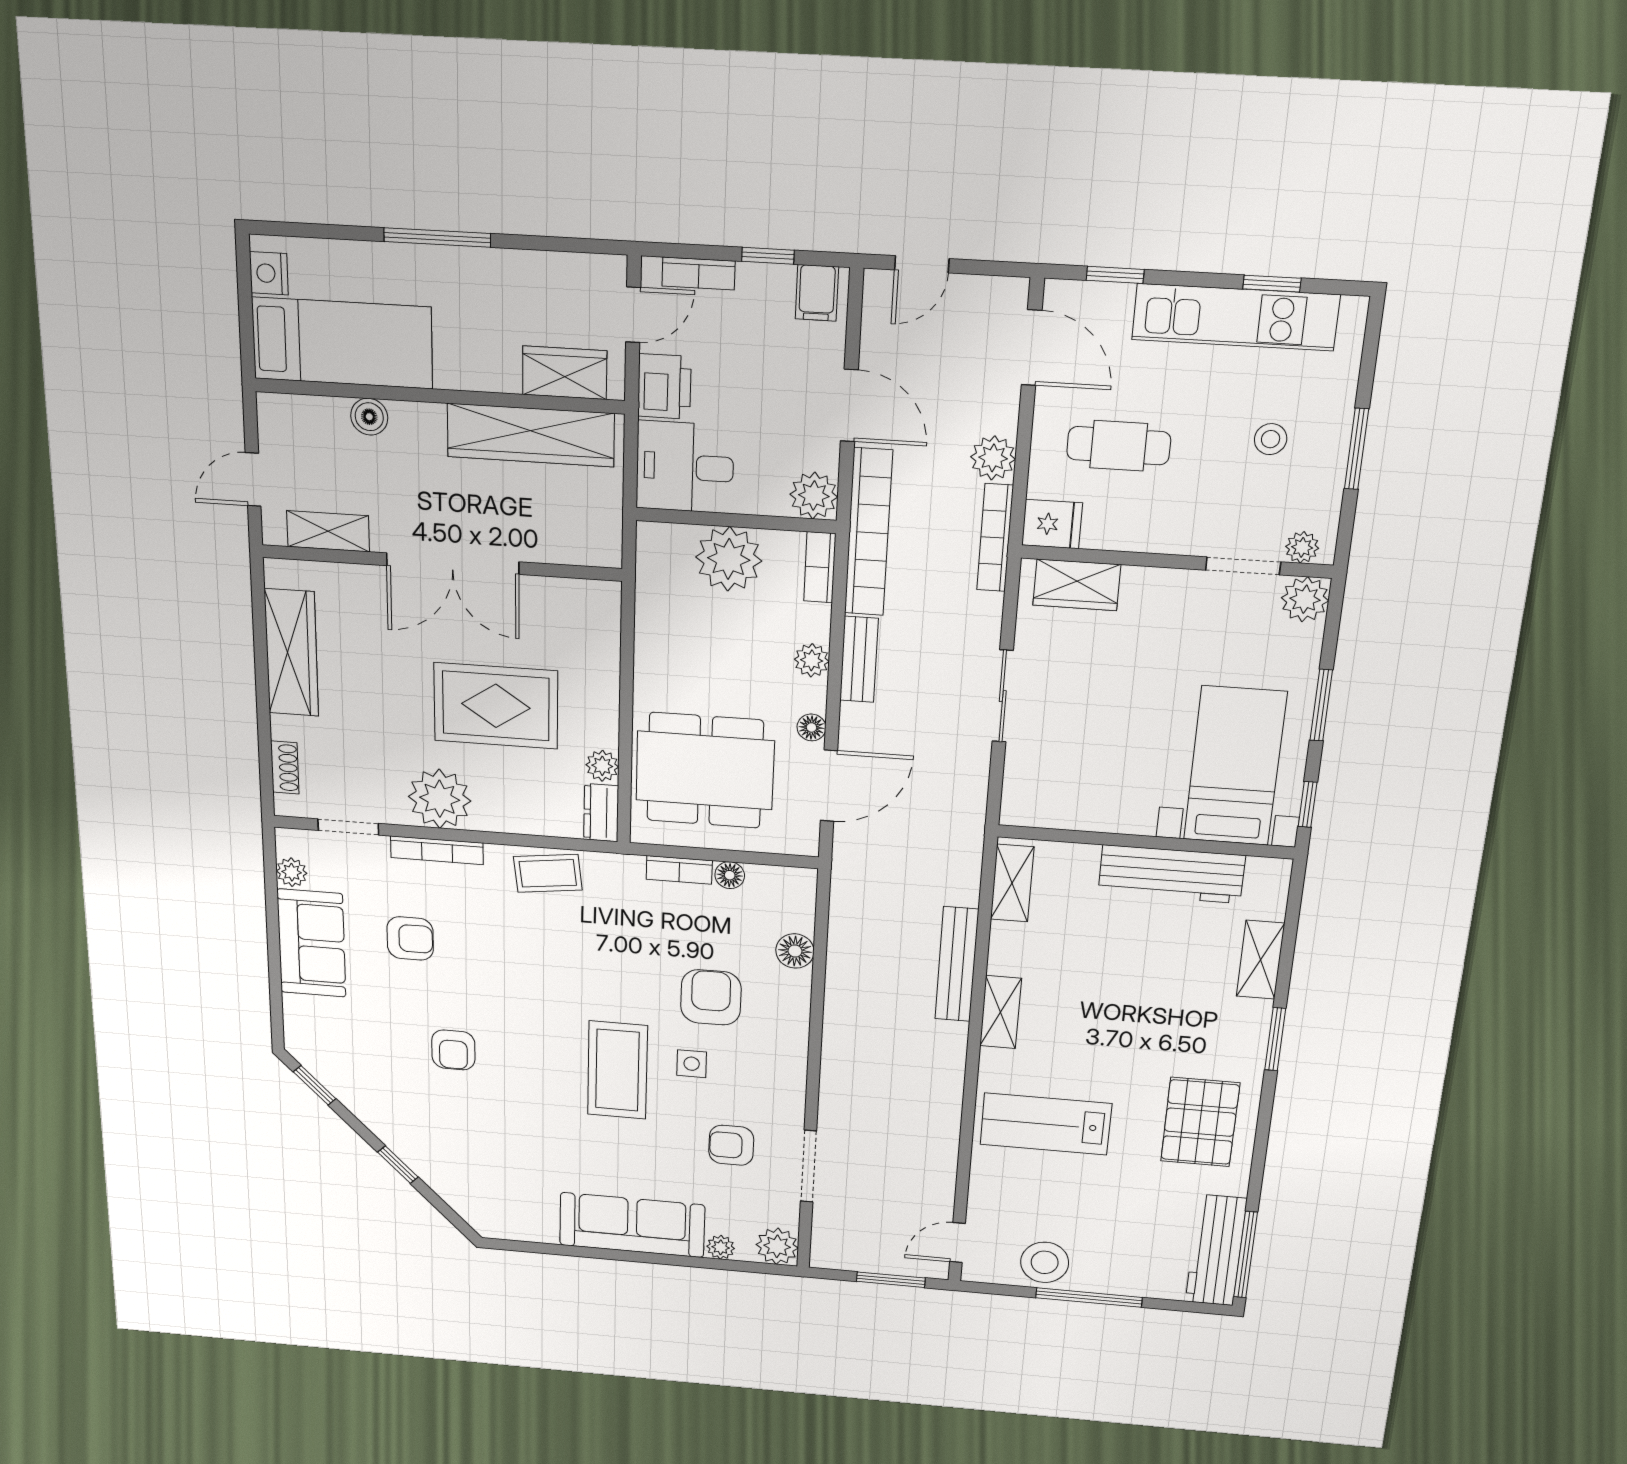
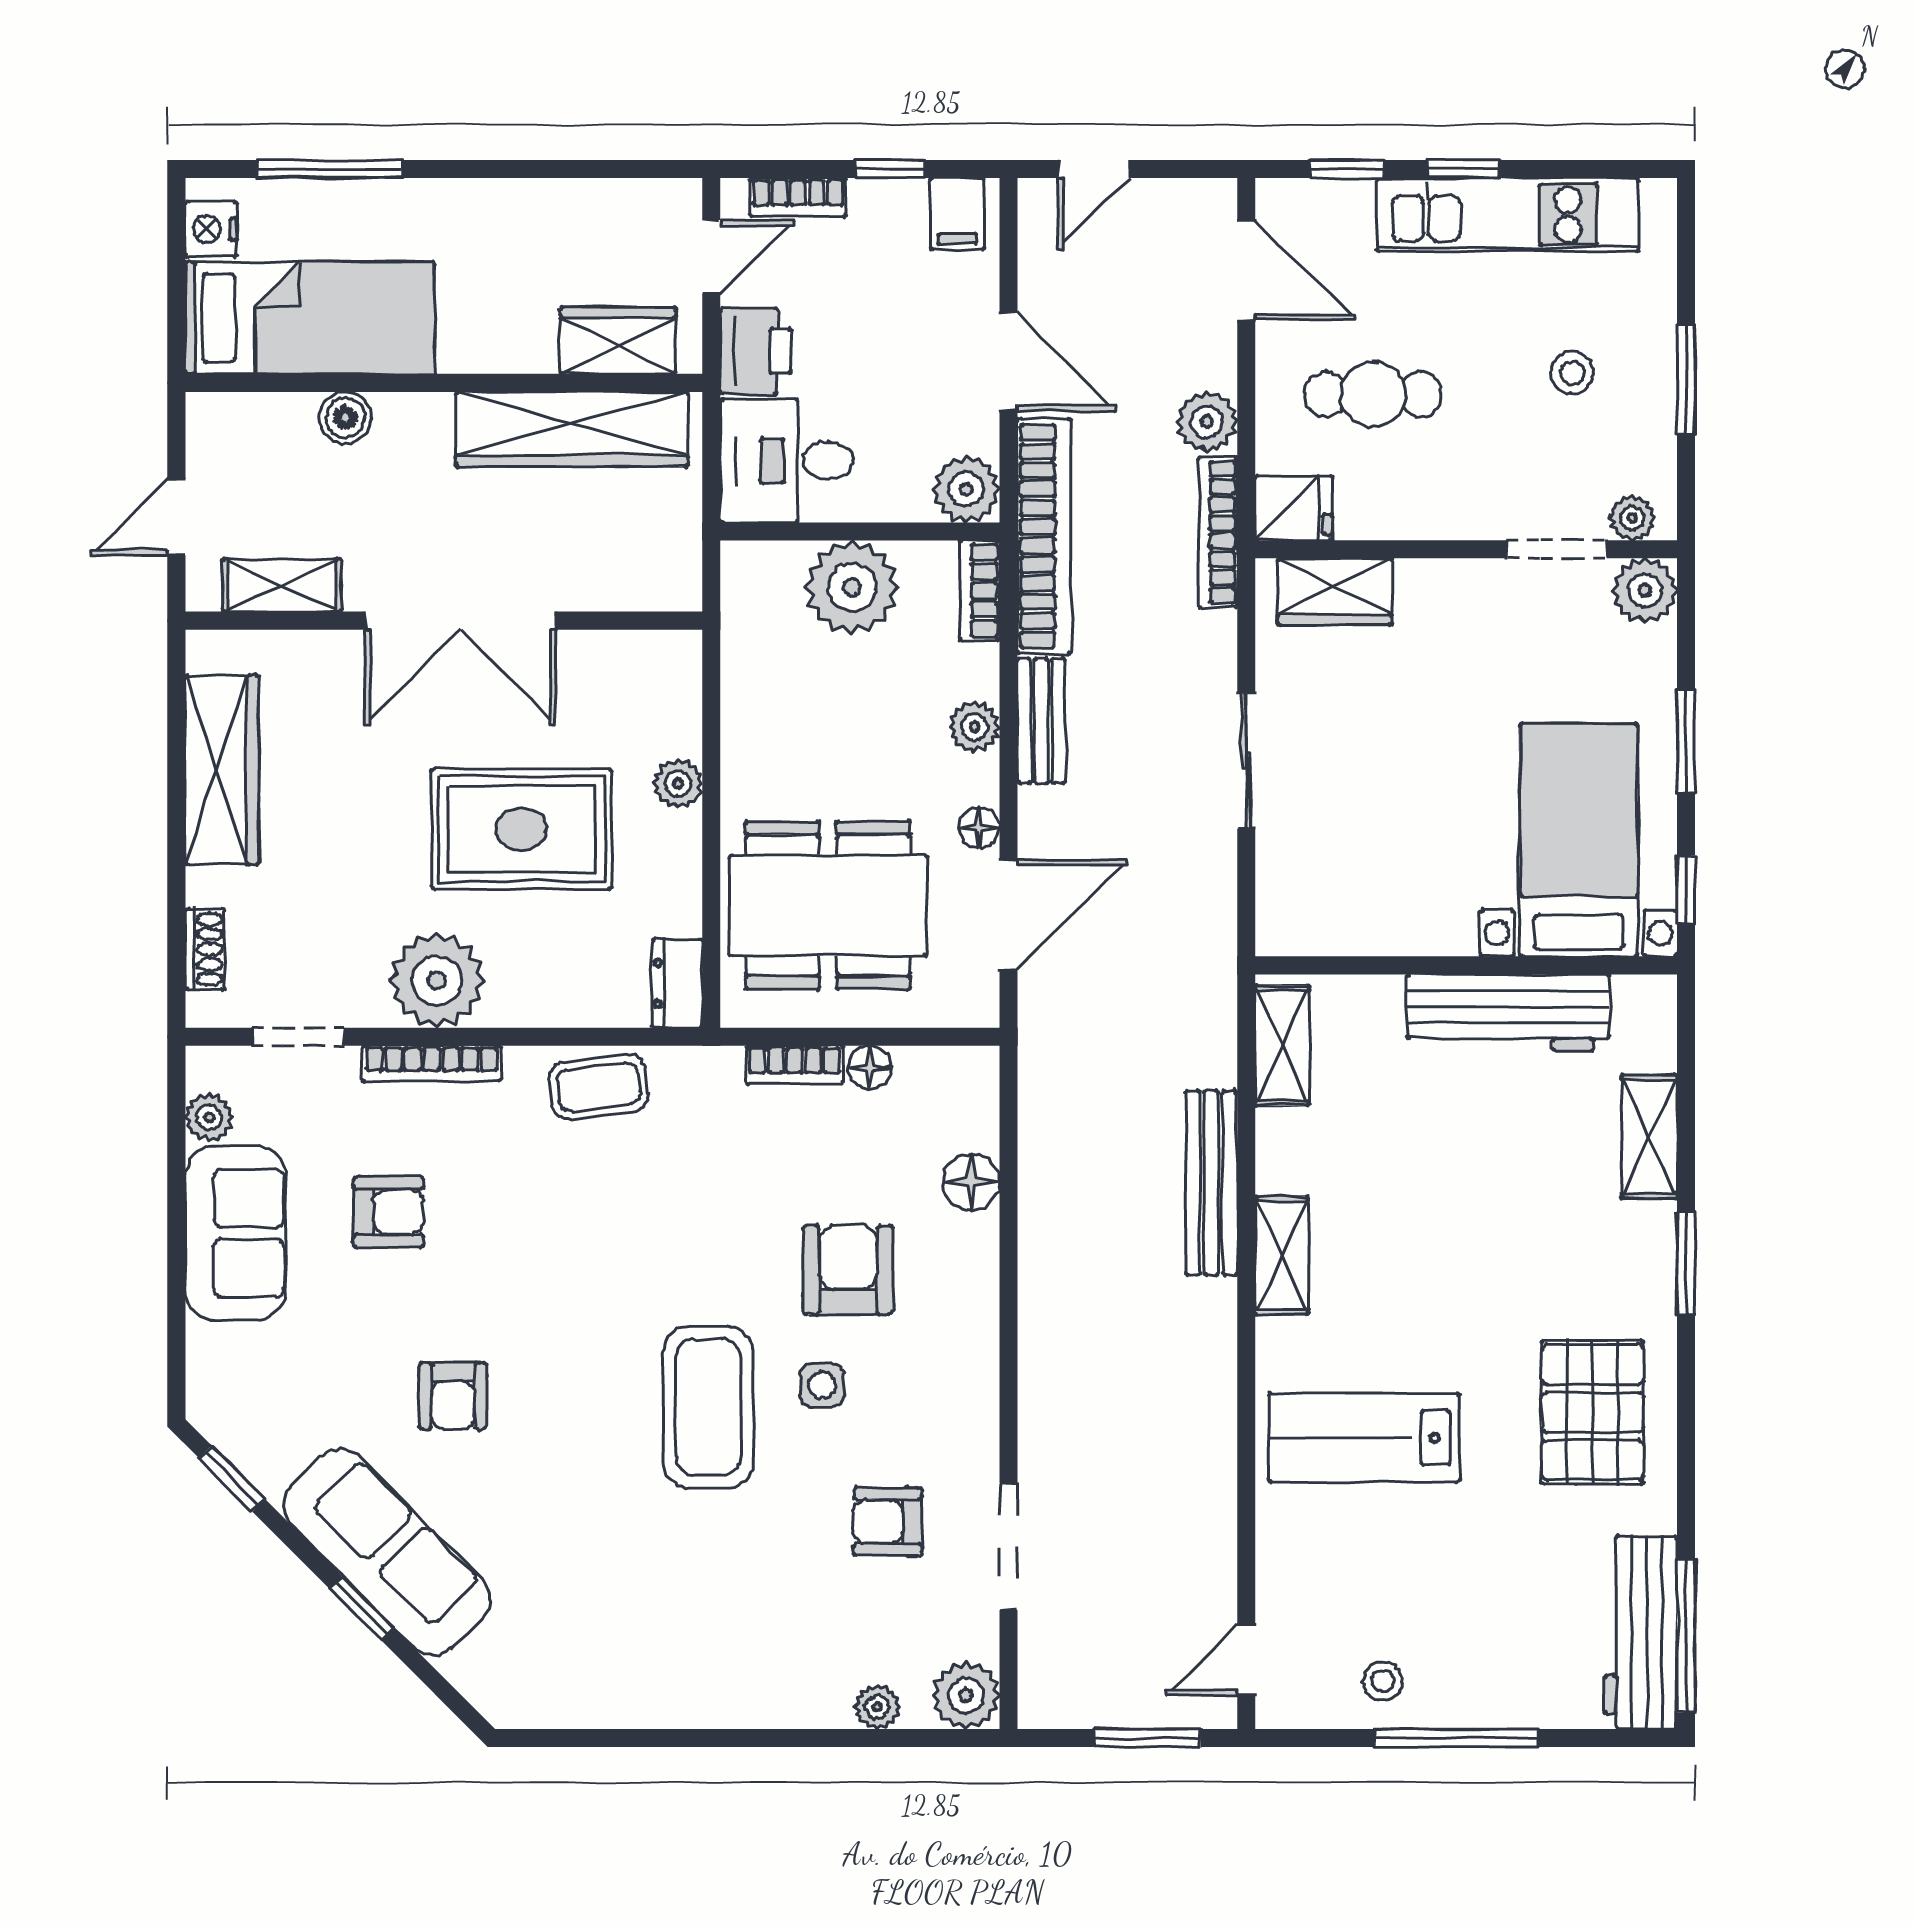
window: (437, 238) -> (330, 169), moved
window: (1272, 284) -> (1463, 169), moved
plant: (602, 766) -> (678, 784), moved
sofa: (632, 1225) -> (387, 1552), moved, turned 45
stool: (1045, 1262) -> (1383, 1681), width x0.53, depth x0.53

